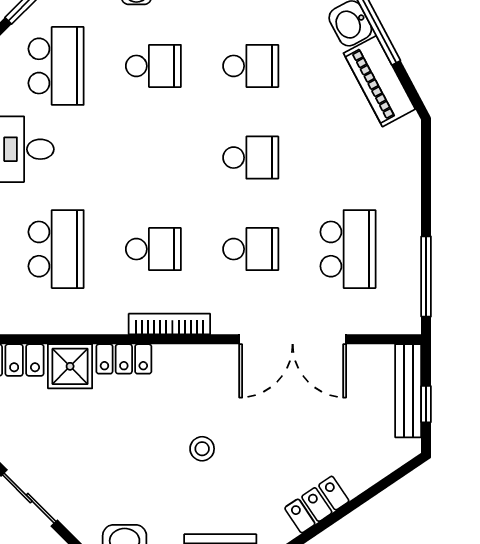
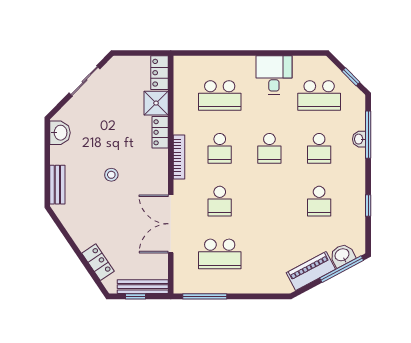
school desk: (251, 158) -> (269, 148), moved
locker: (317, 505) -> (98, 262), moved

